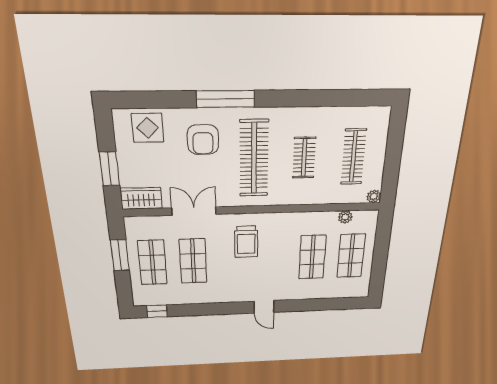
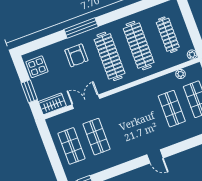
display table: (148, 128) -> (37, 67), moved
clothes rail: (304, 158) -> (139, 46), width x1.86, depth x1.31
trolley: (246, 242) -> (125, 112), removed
window: (120, 255) -> (50, 147), removed

